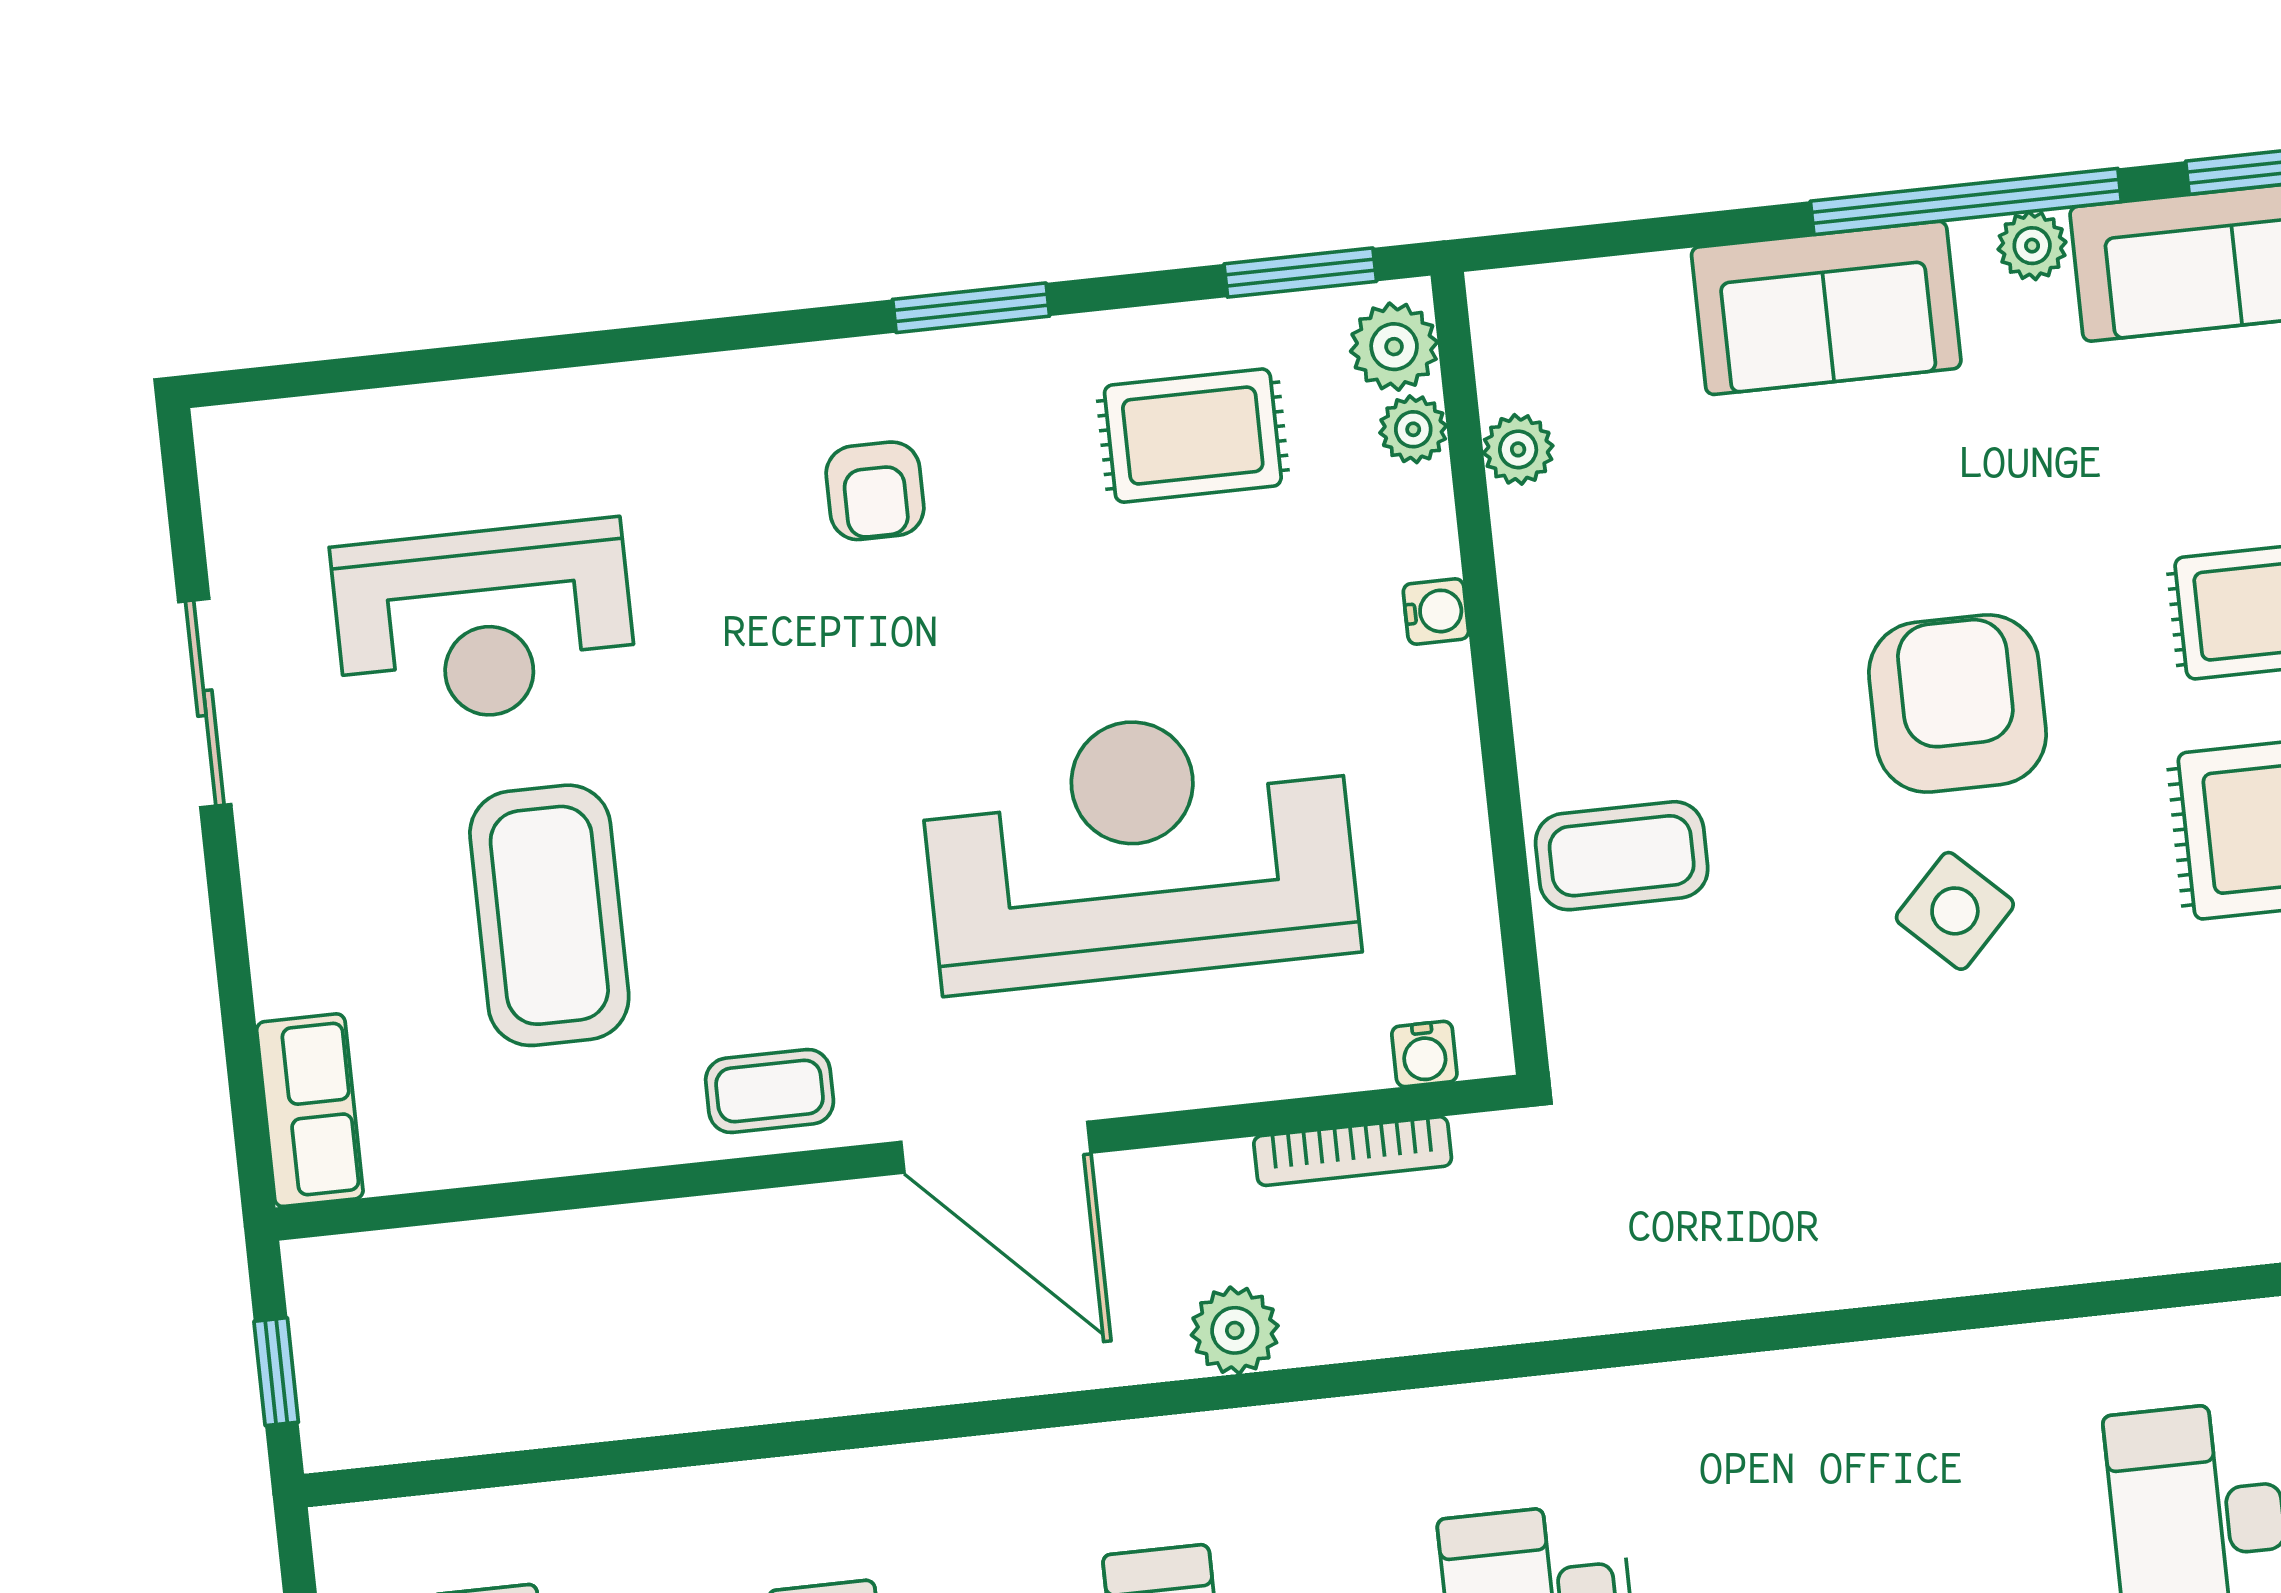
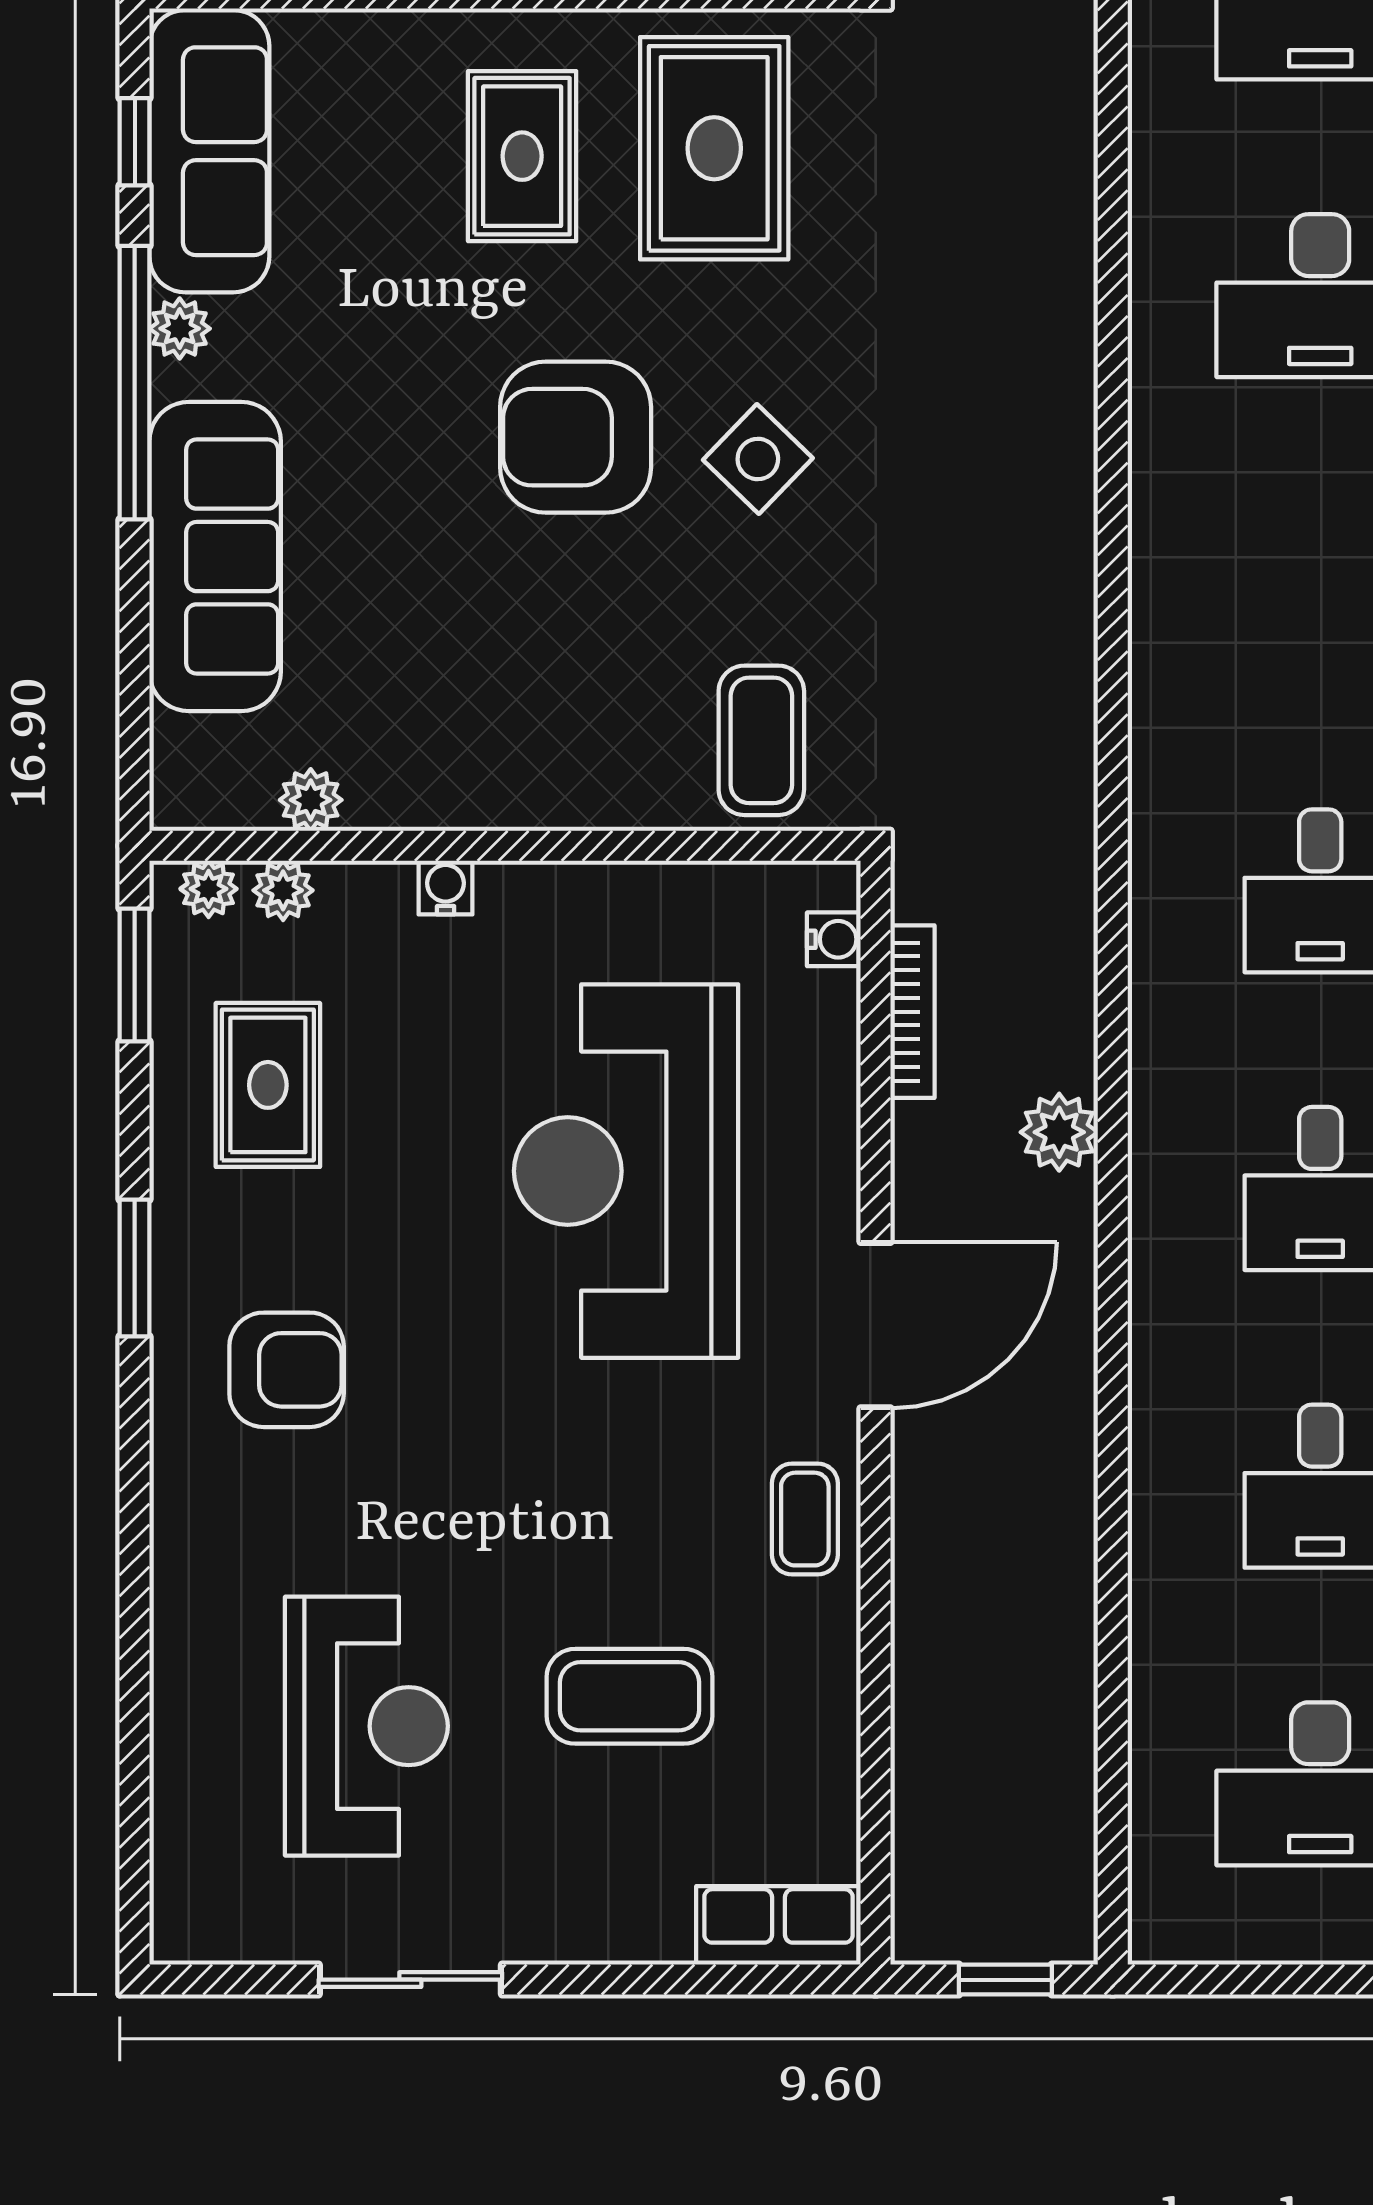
sofa: (1826, 308) -> (215, 557), width x1.36
plant: (1394, 347) -> (209, 889), width x0.73, depth x0.73
armchair: (875, 491) -> (287, 1370), width x1.38, depth x1.38
coffee table: (1622, 856) -> (761, 740), moved
coffee table: (549, 915) -> (630, 1696), width x0.73, depth x0.76

